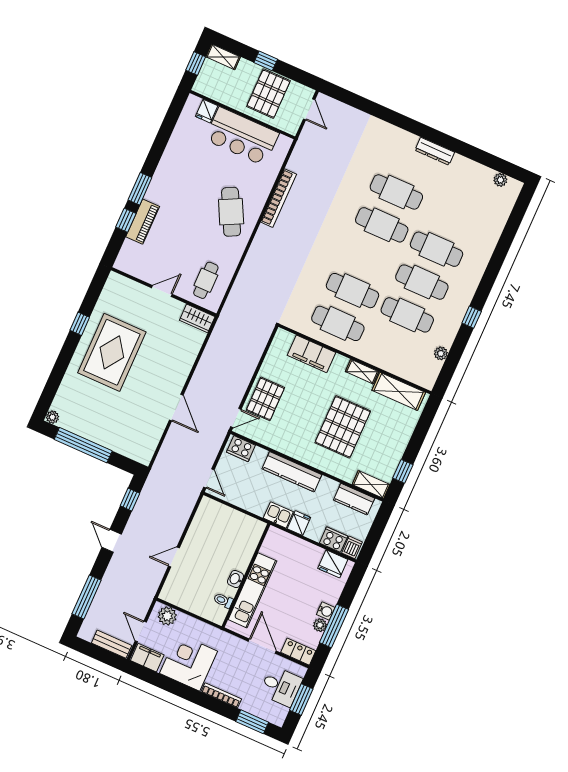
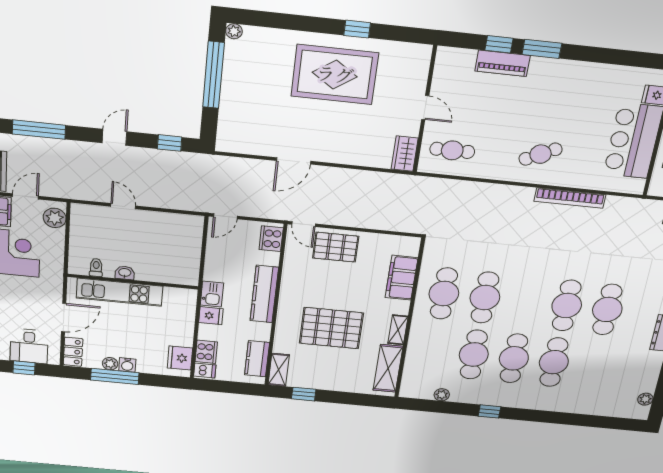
cafe table: (231, 212) -> (541, 154), width x0.73, depth x0.74
window: (301, 700) -> (24, 368), width x0.67

